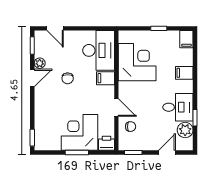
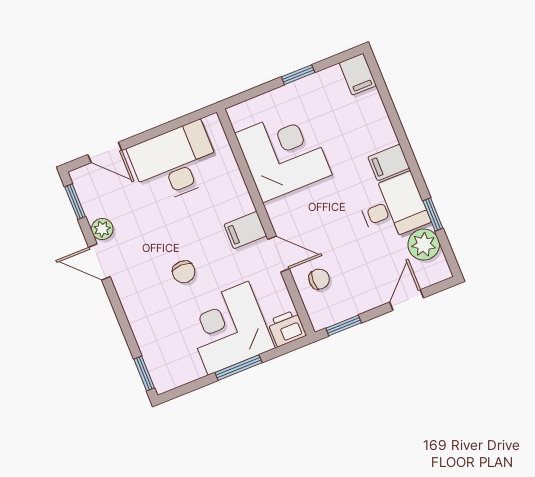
desk: (99, 50) -> (175, 163), moved, turned -90
filing cabinet: (184, 73) -> (389, 162), moved
door: (32, 78) -> (99, 262), swing flipped
chair: (68, 78) -> (184, 272), moved
filing cabinet: (106, 78) -> (245, 230), moved

